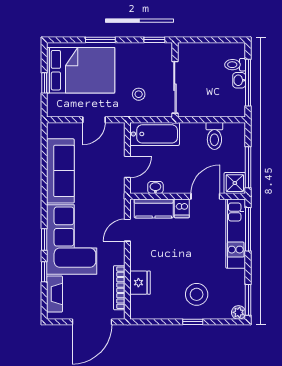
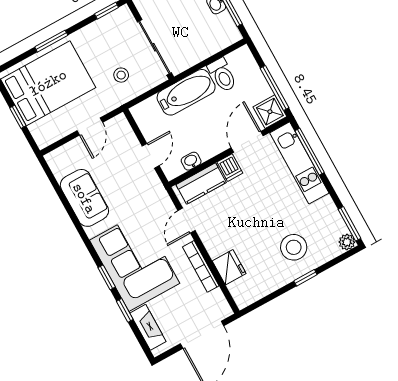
bathtub: (155, 134) -> (186, 92), moved
sofa: (60, 171) -> (84, 198), width x0.73
bookcase: (119, 288) -> (201, 266), moved

